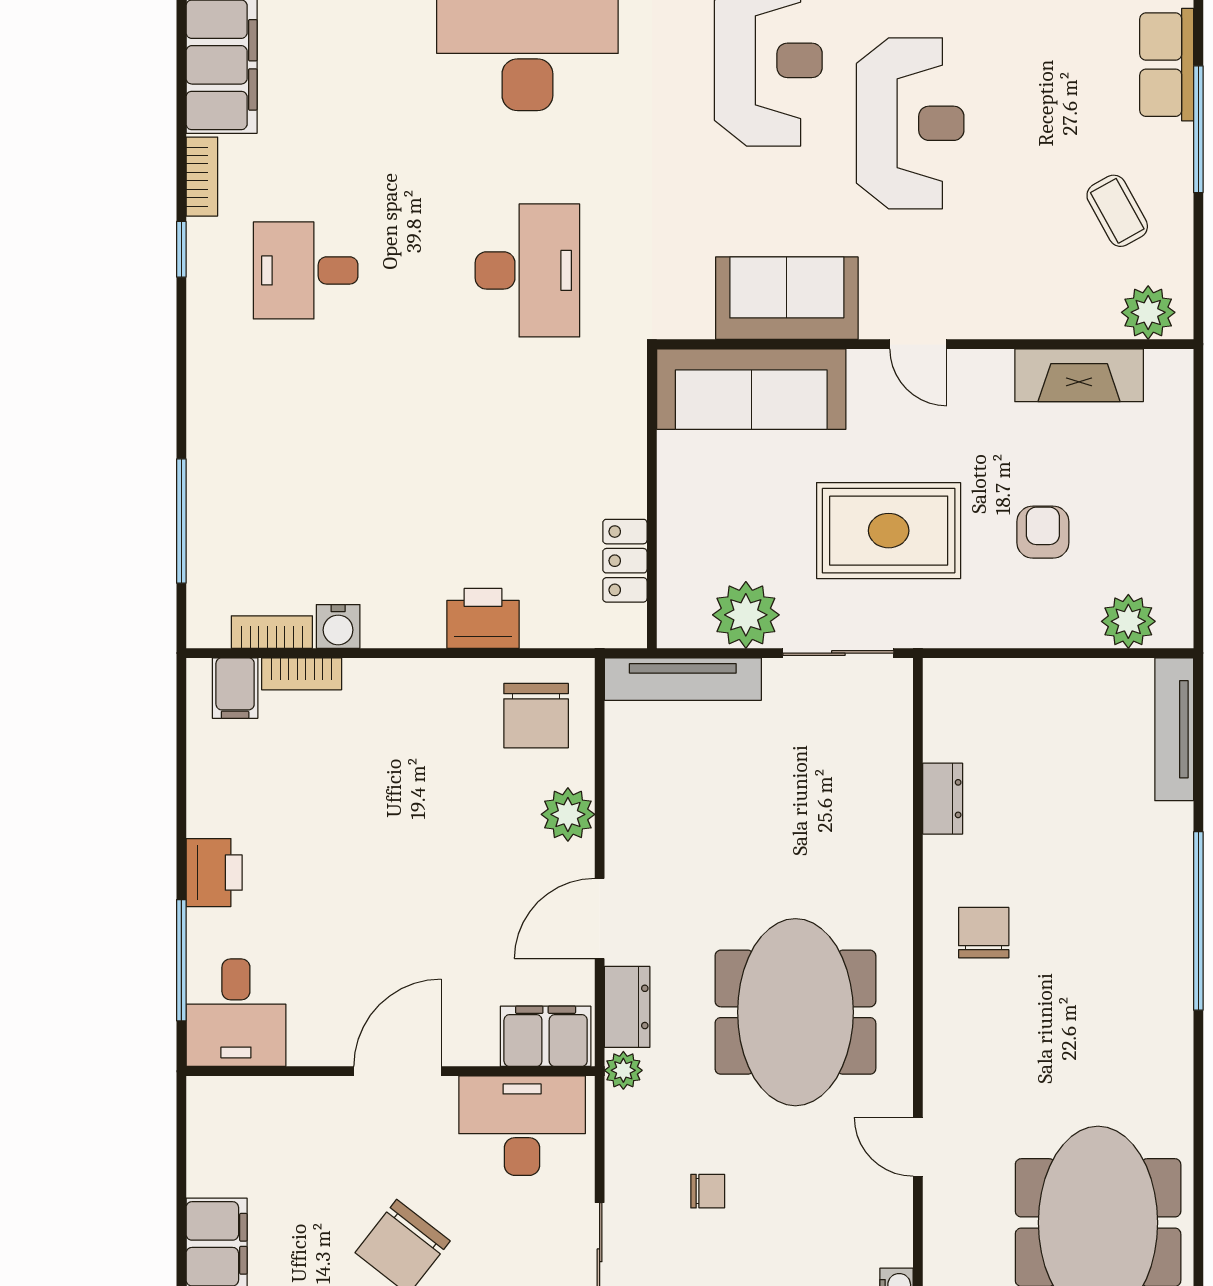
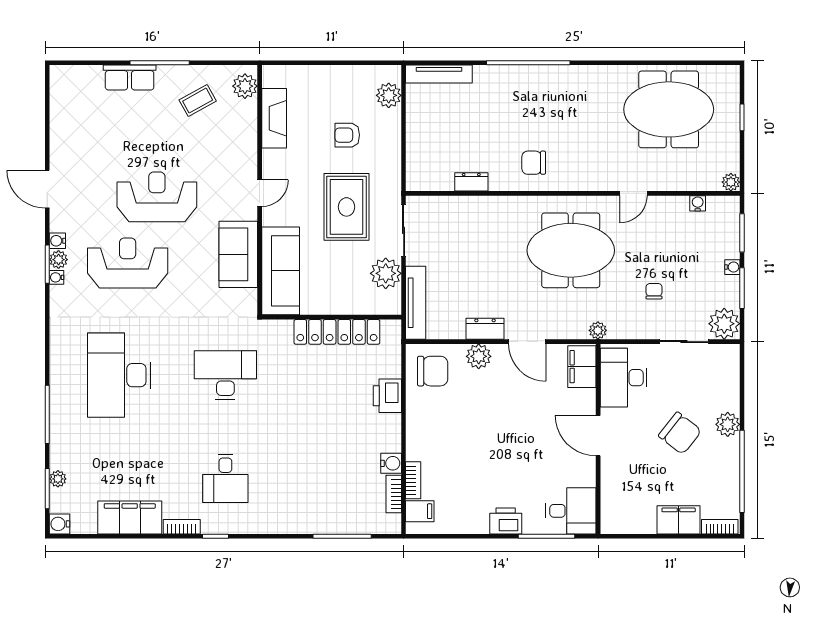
locker: (625, 561) -> (337, 332), width x2.16, depth x1.21
dresser: (627, 1007) -> (485, 329), moved

